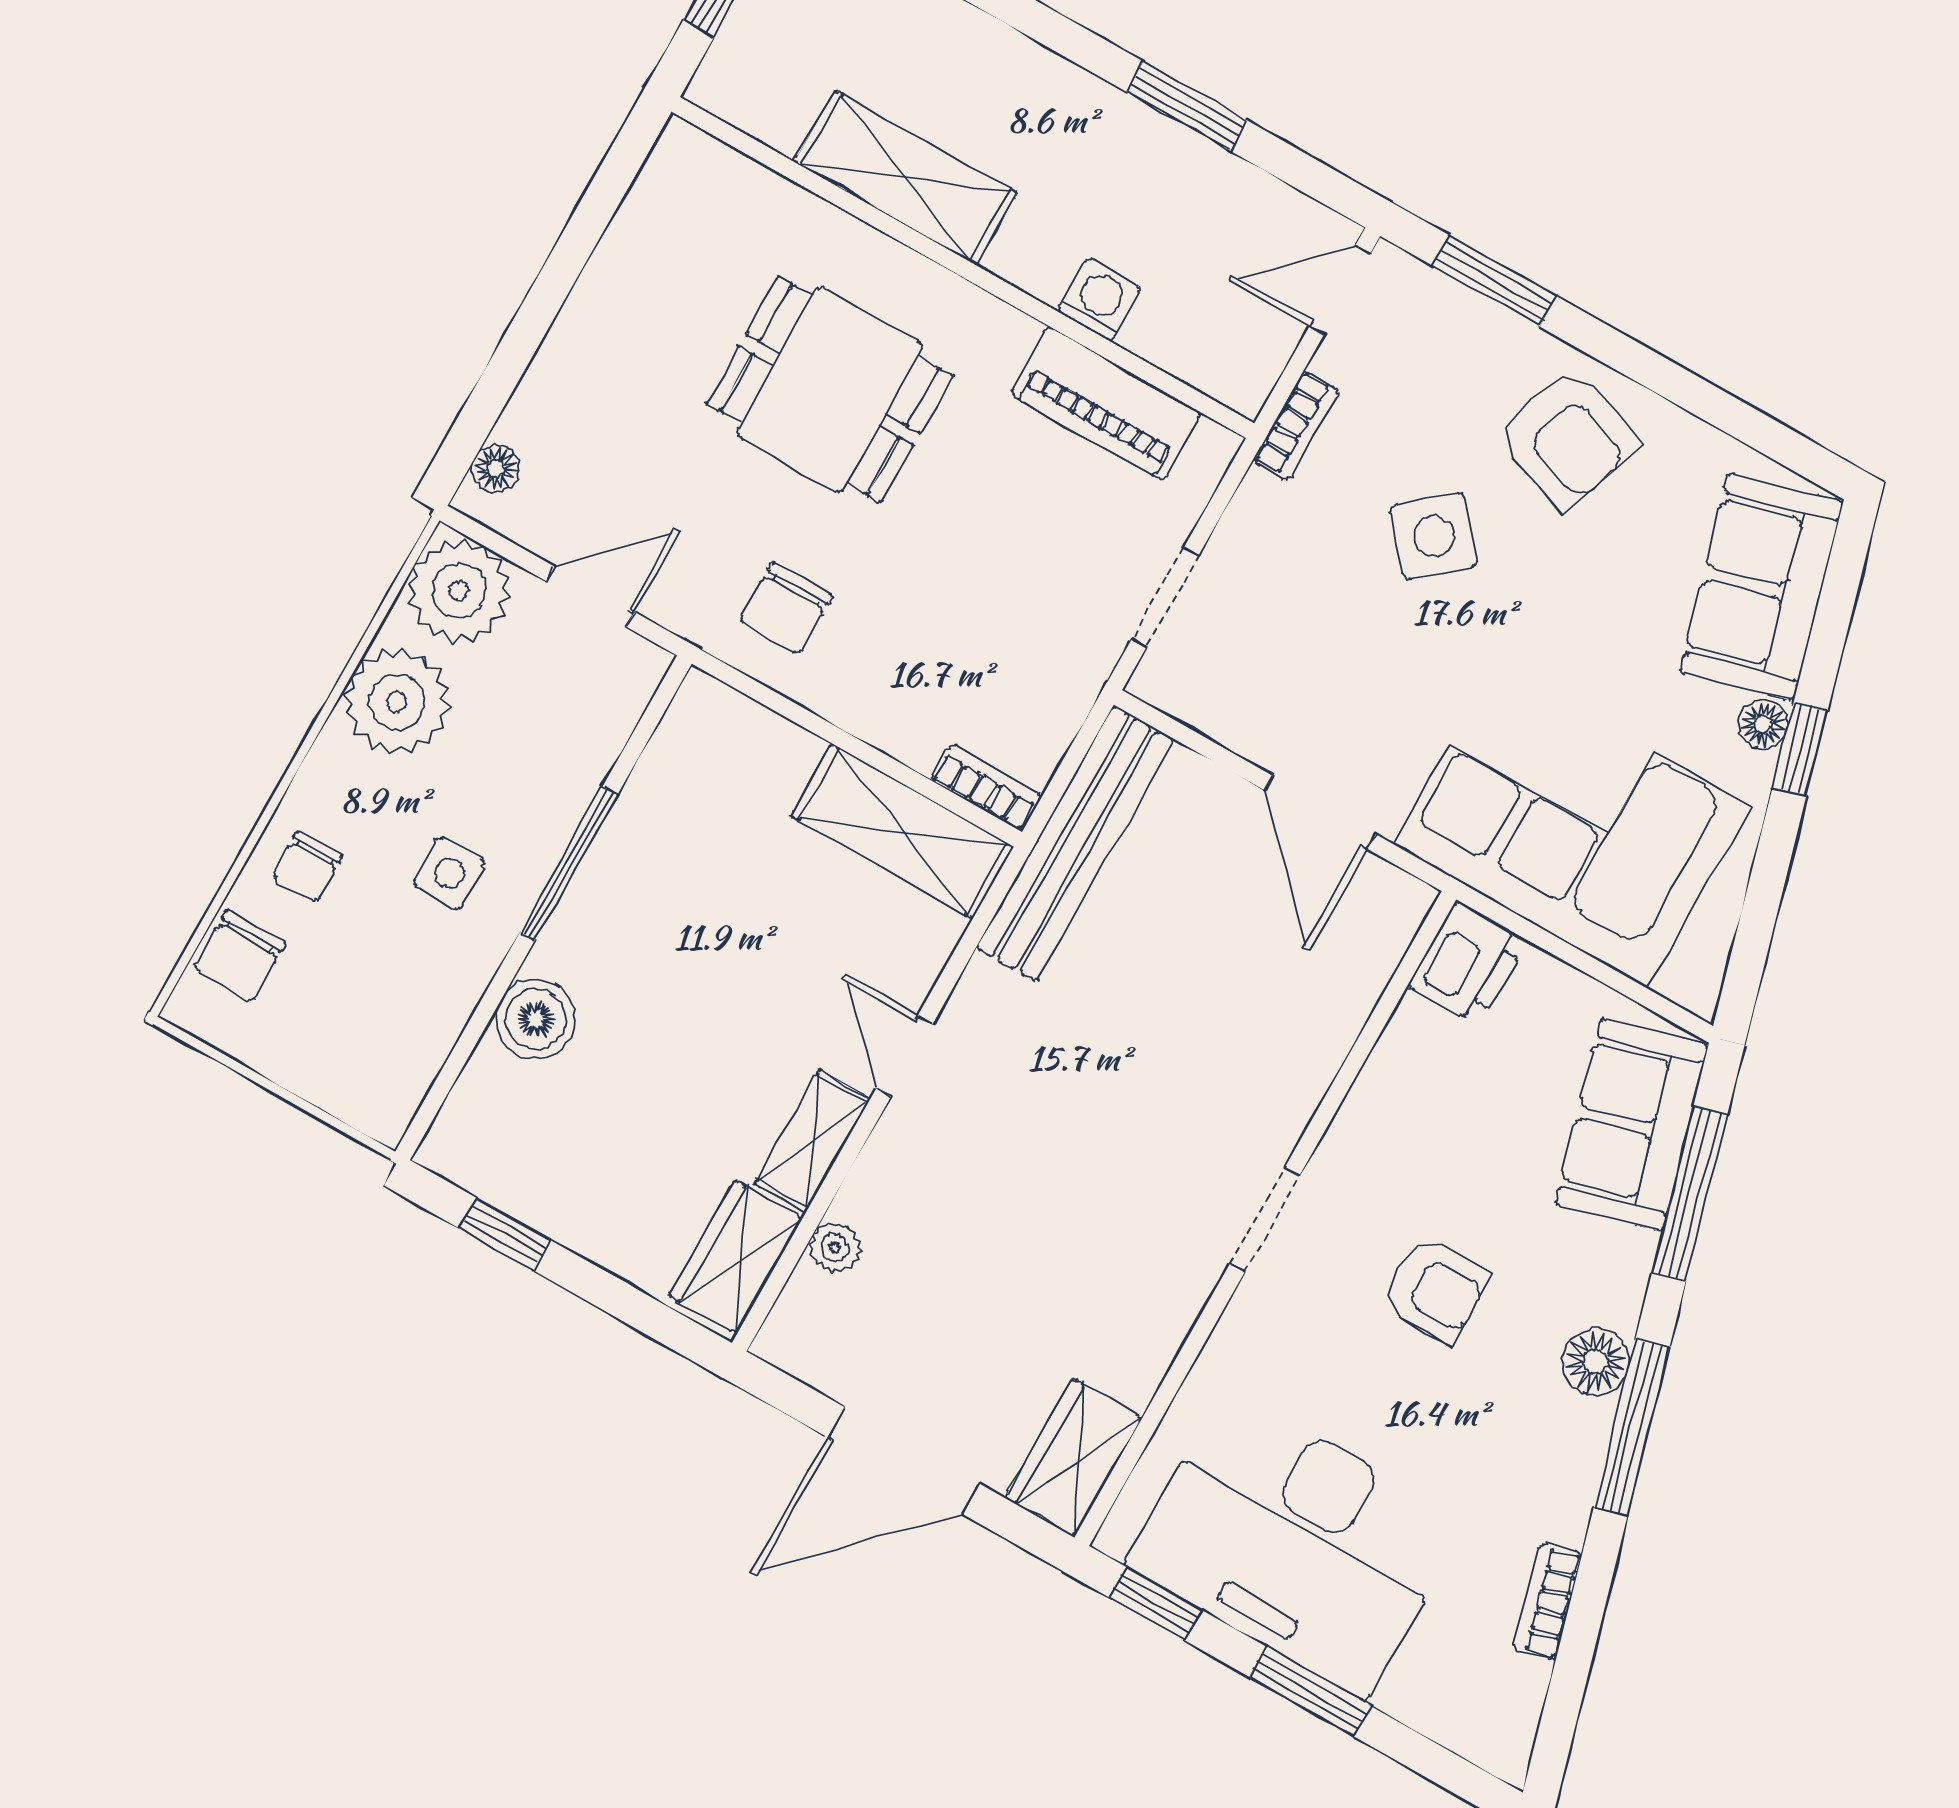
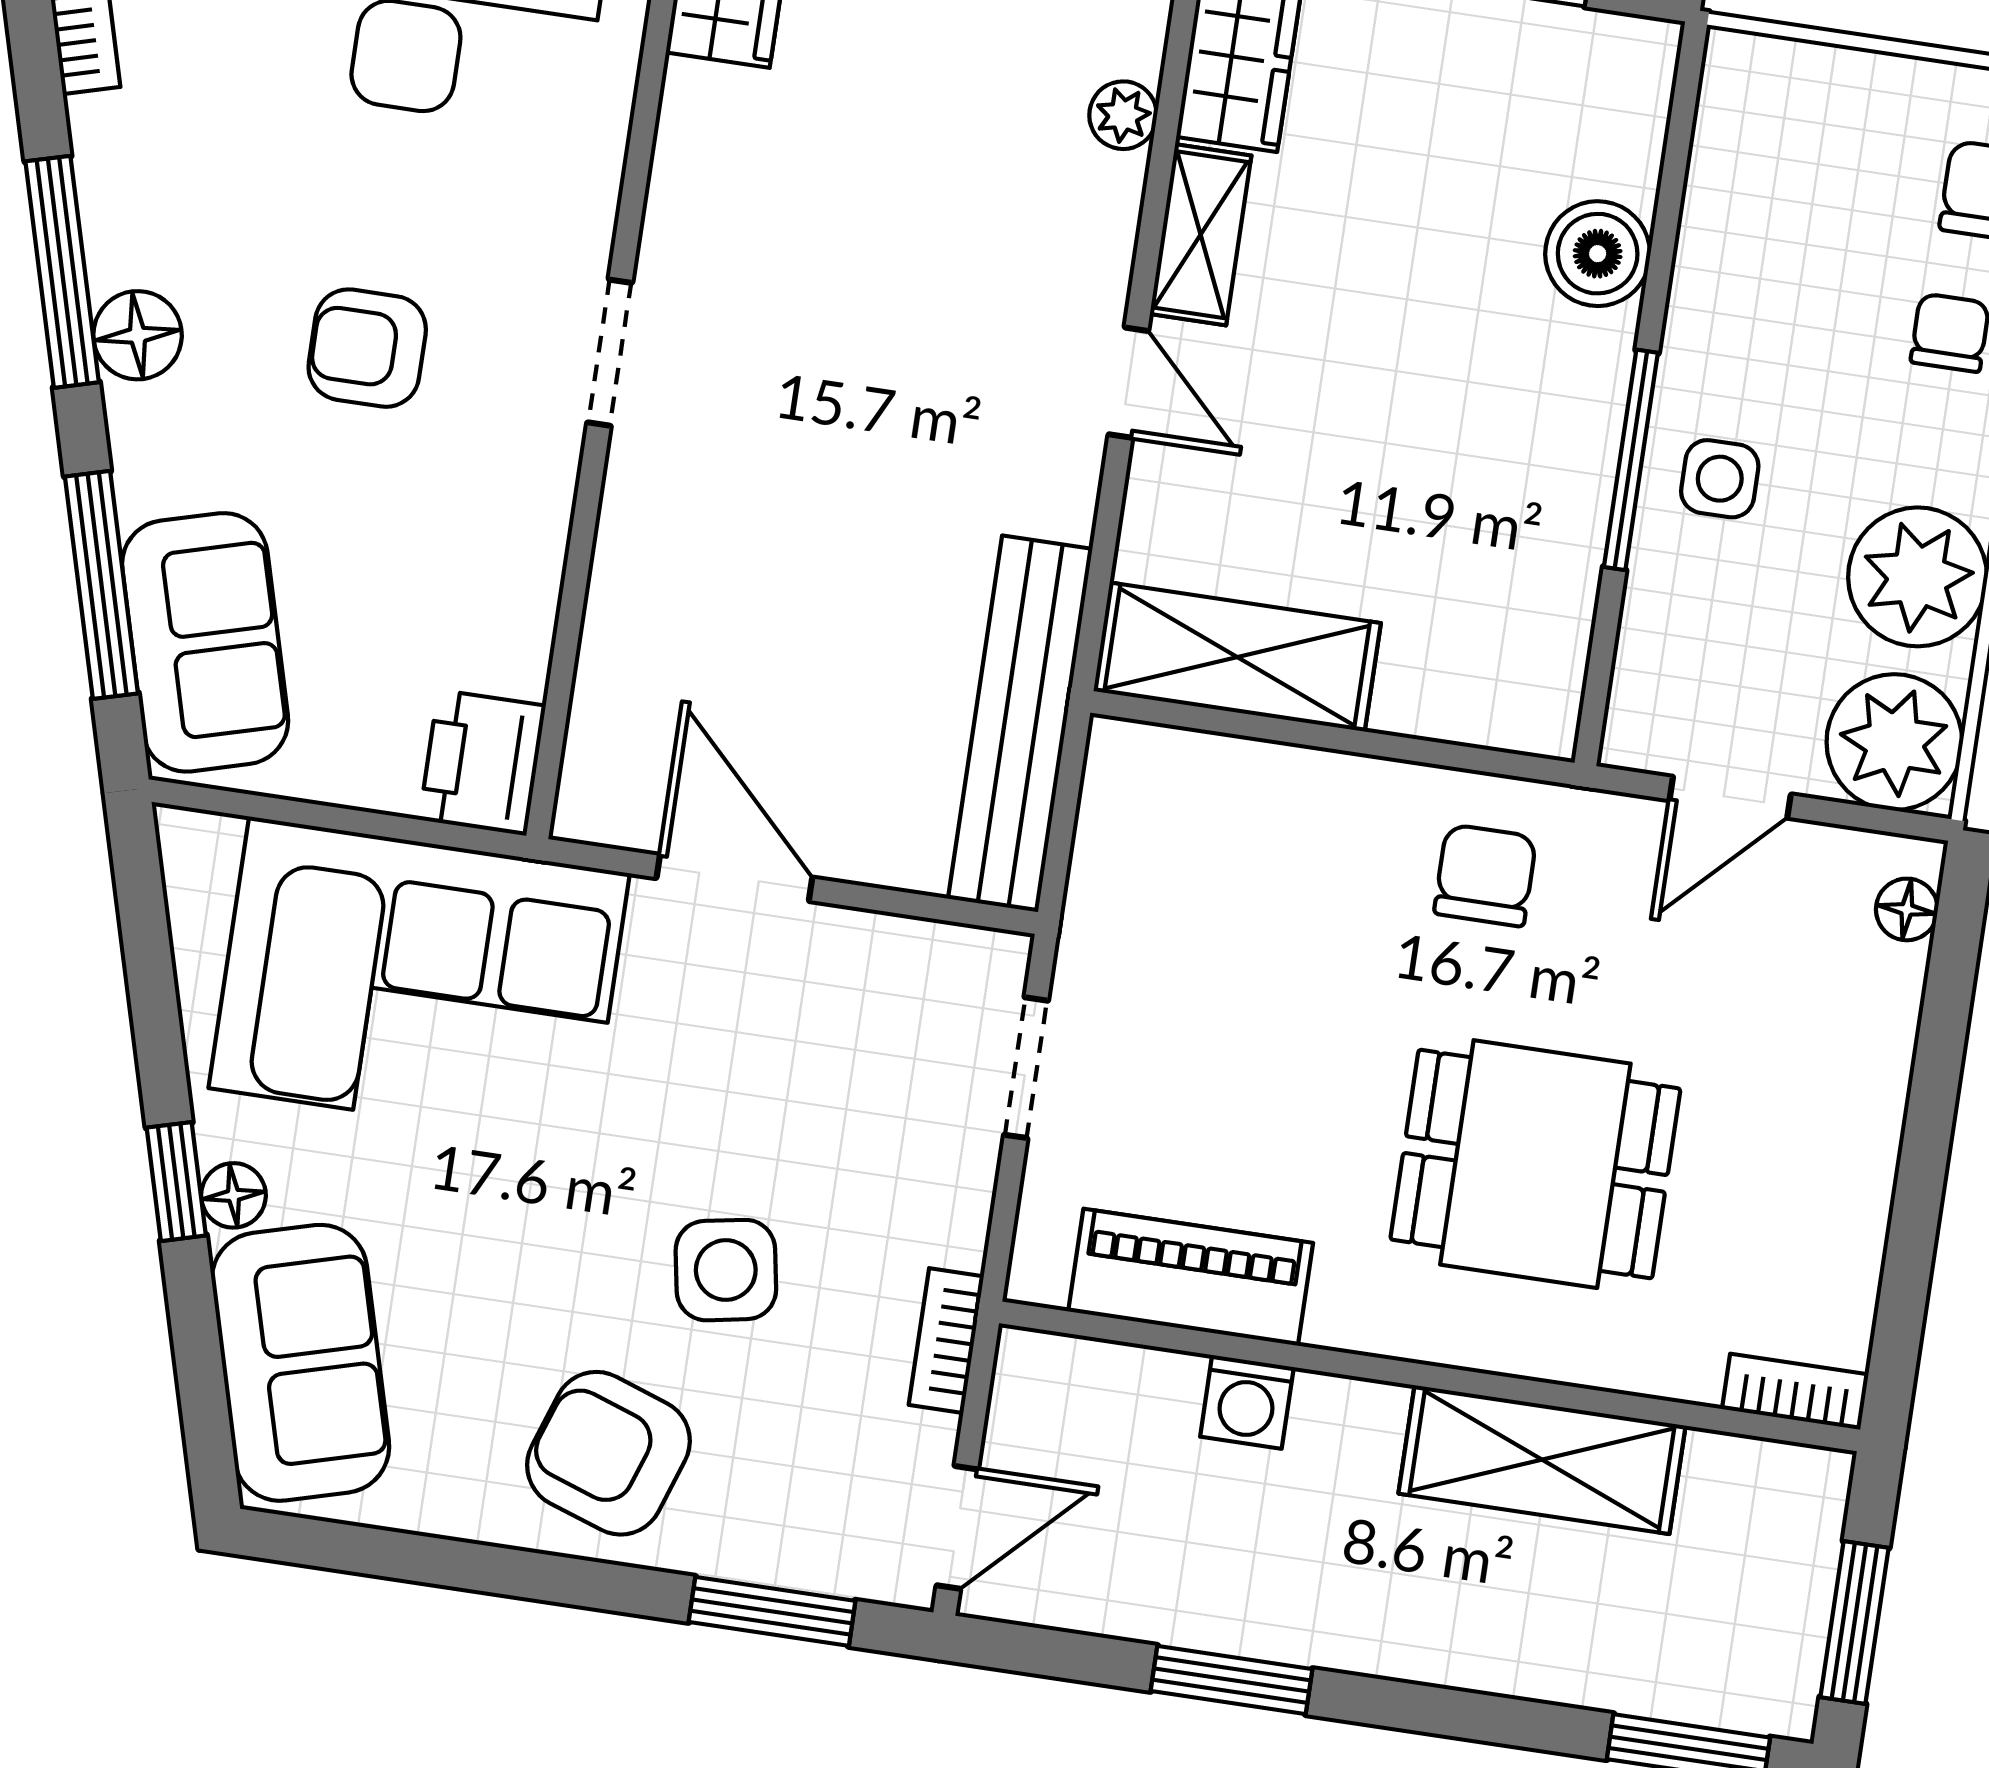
side table: (1434, 536) -> (726, 1270), turned 30
bookcase: (986, 787) -> (1795, 1392), moved, turned 180
side table: (450, 873) -> (1720, 479), moved

